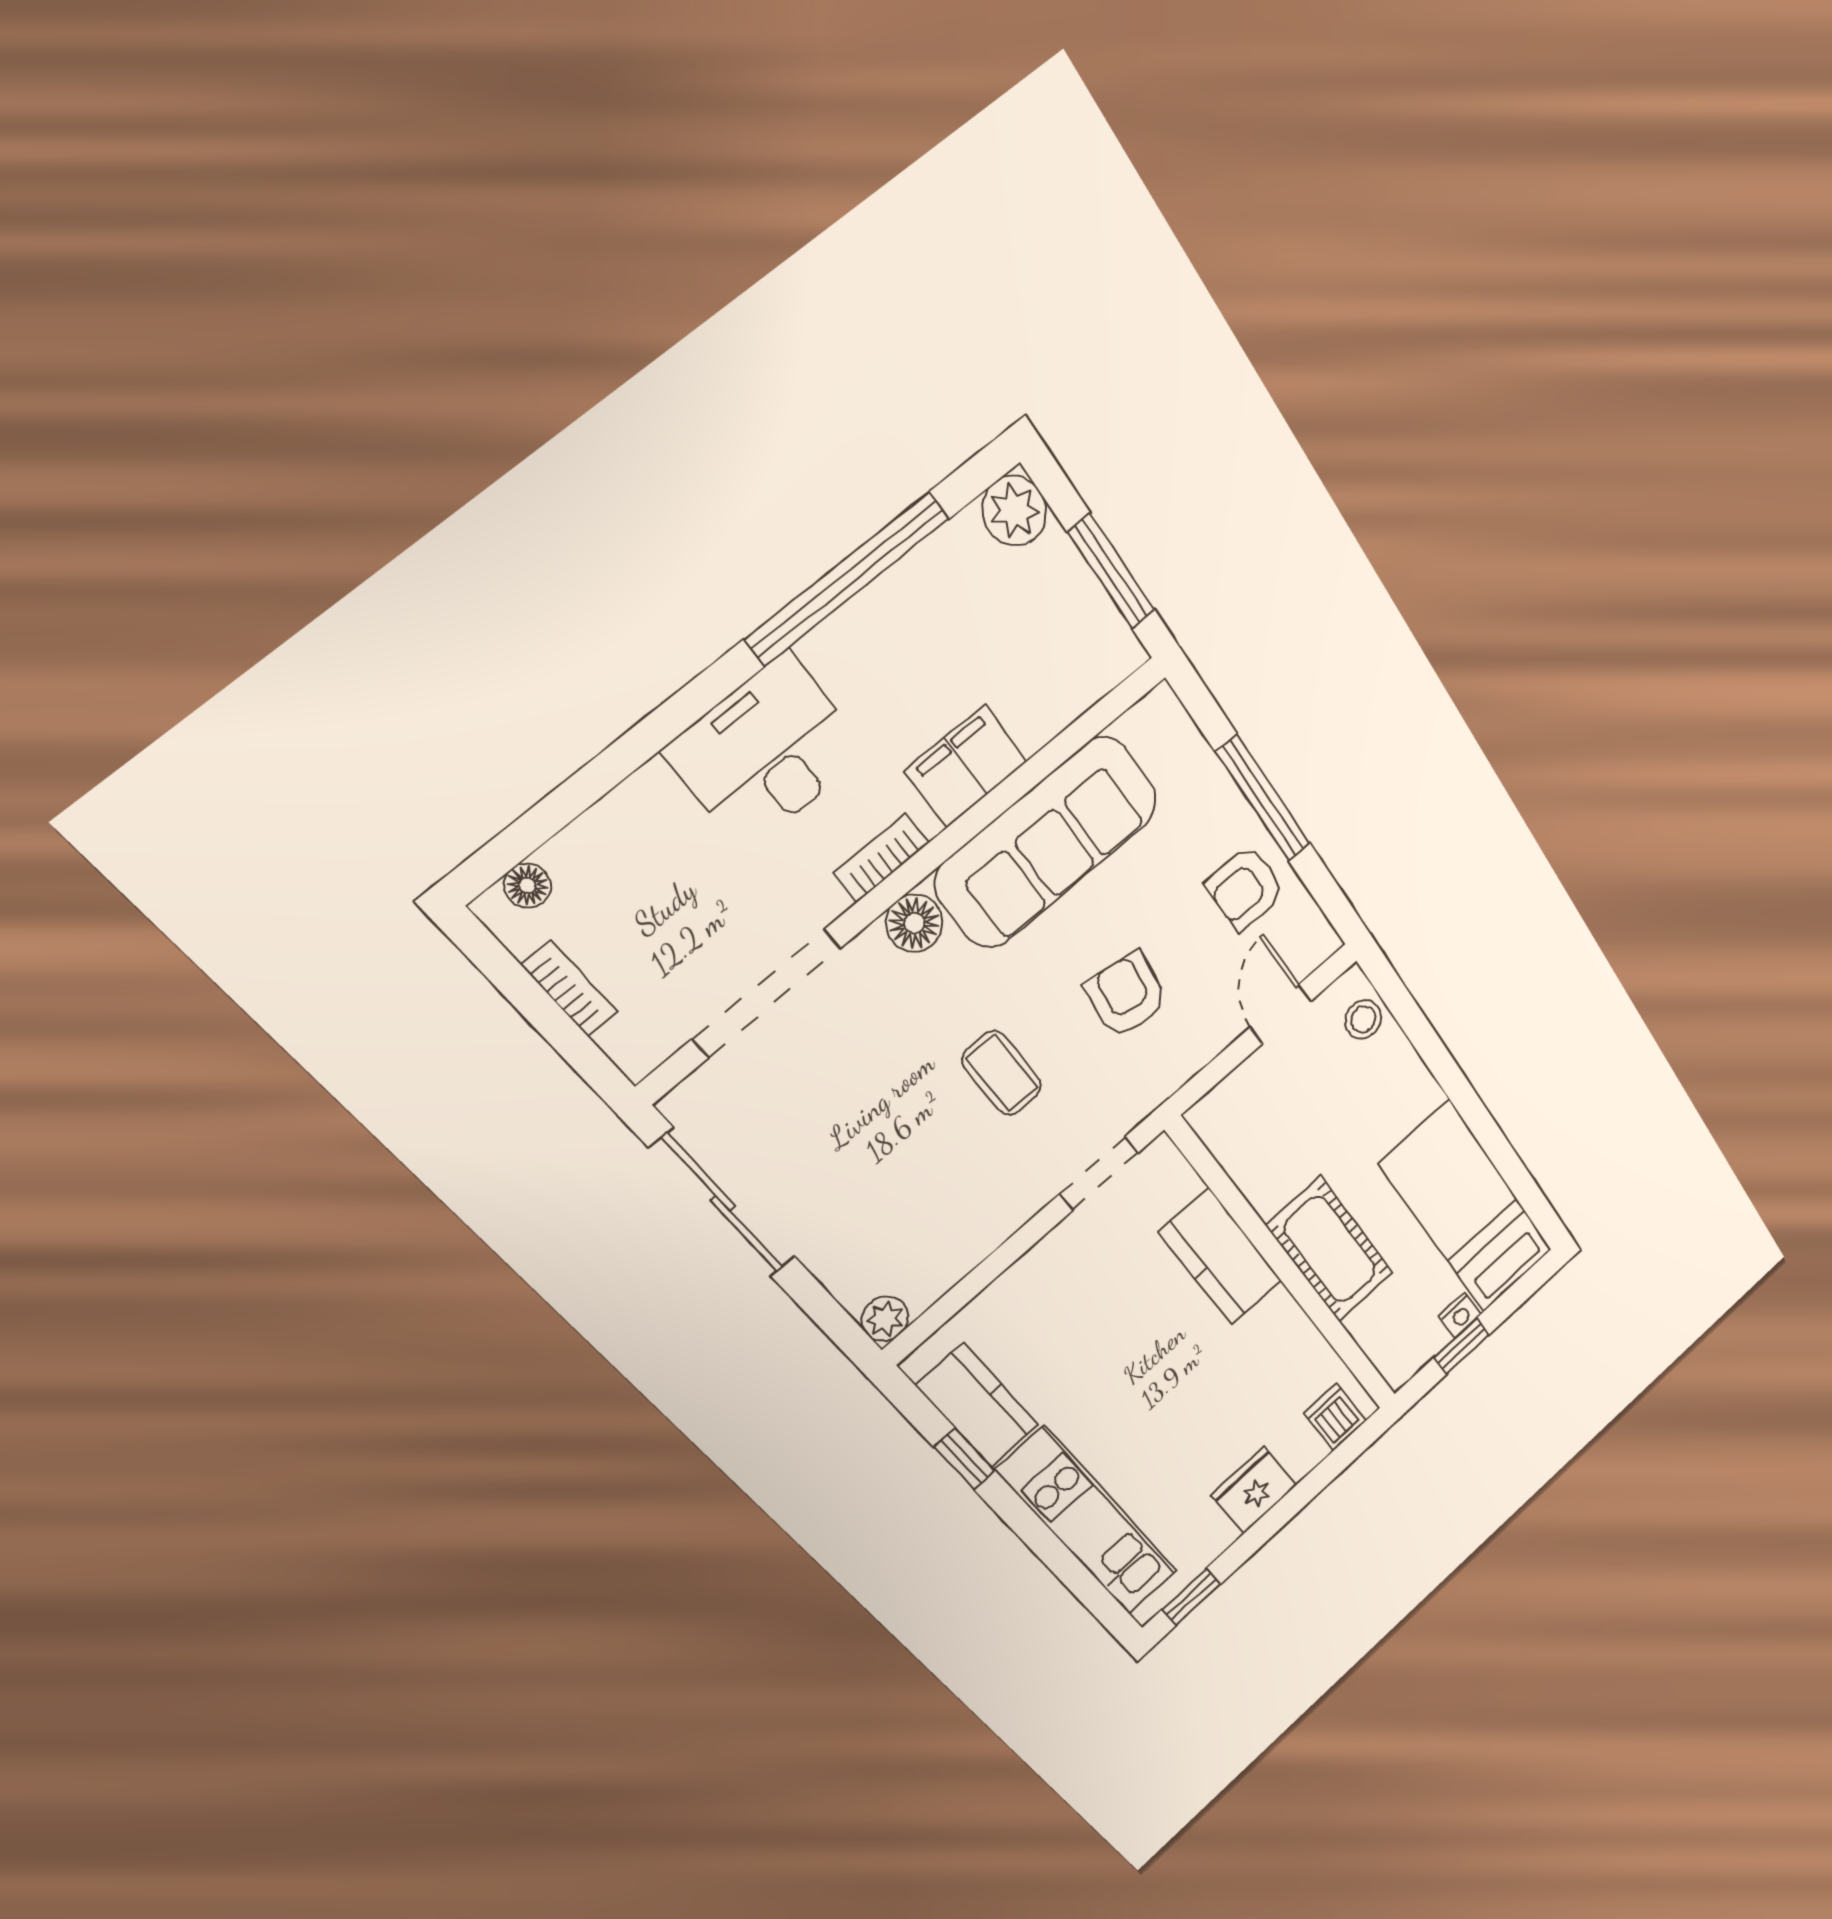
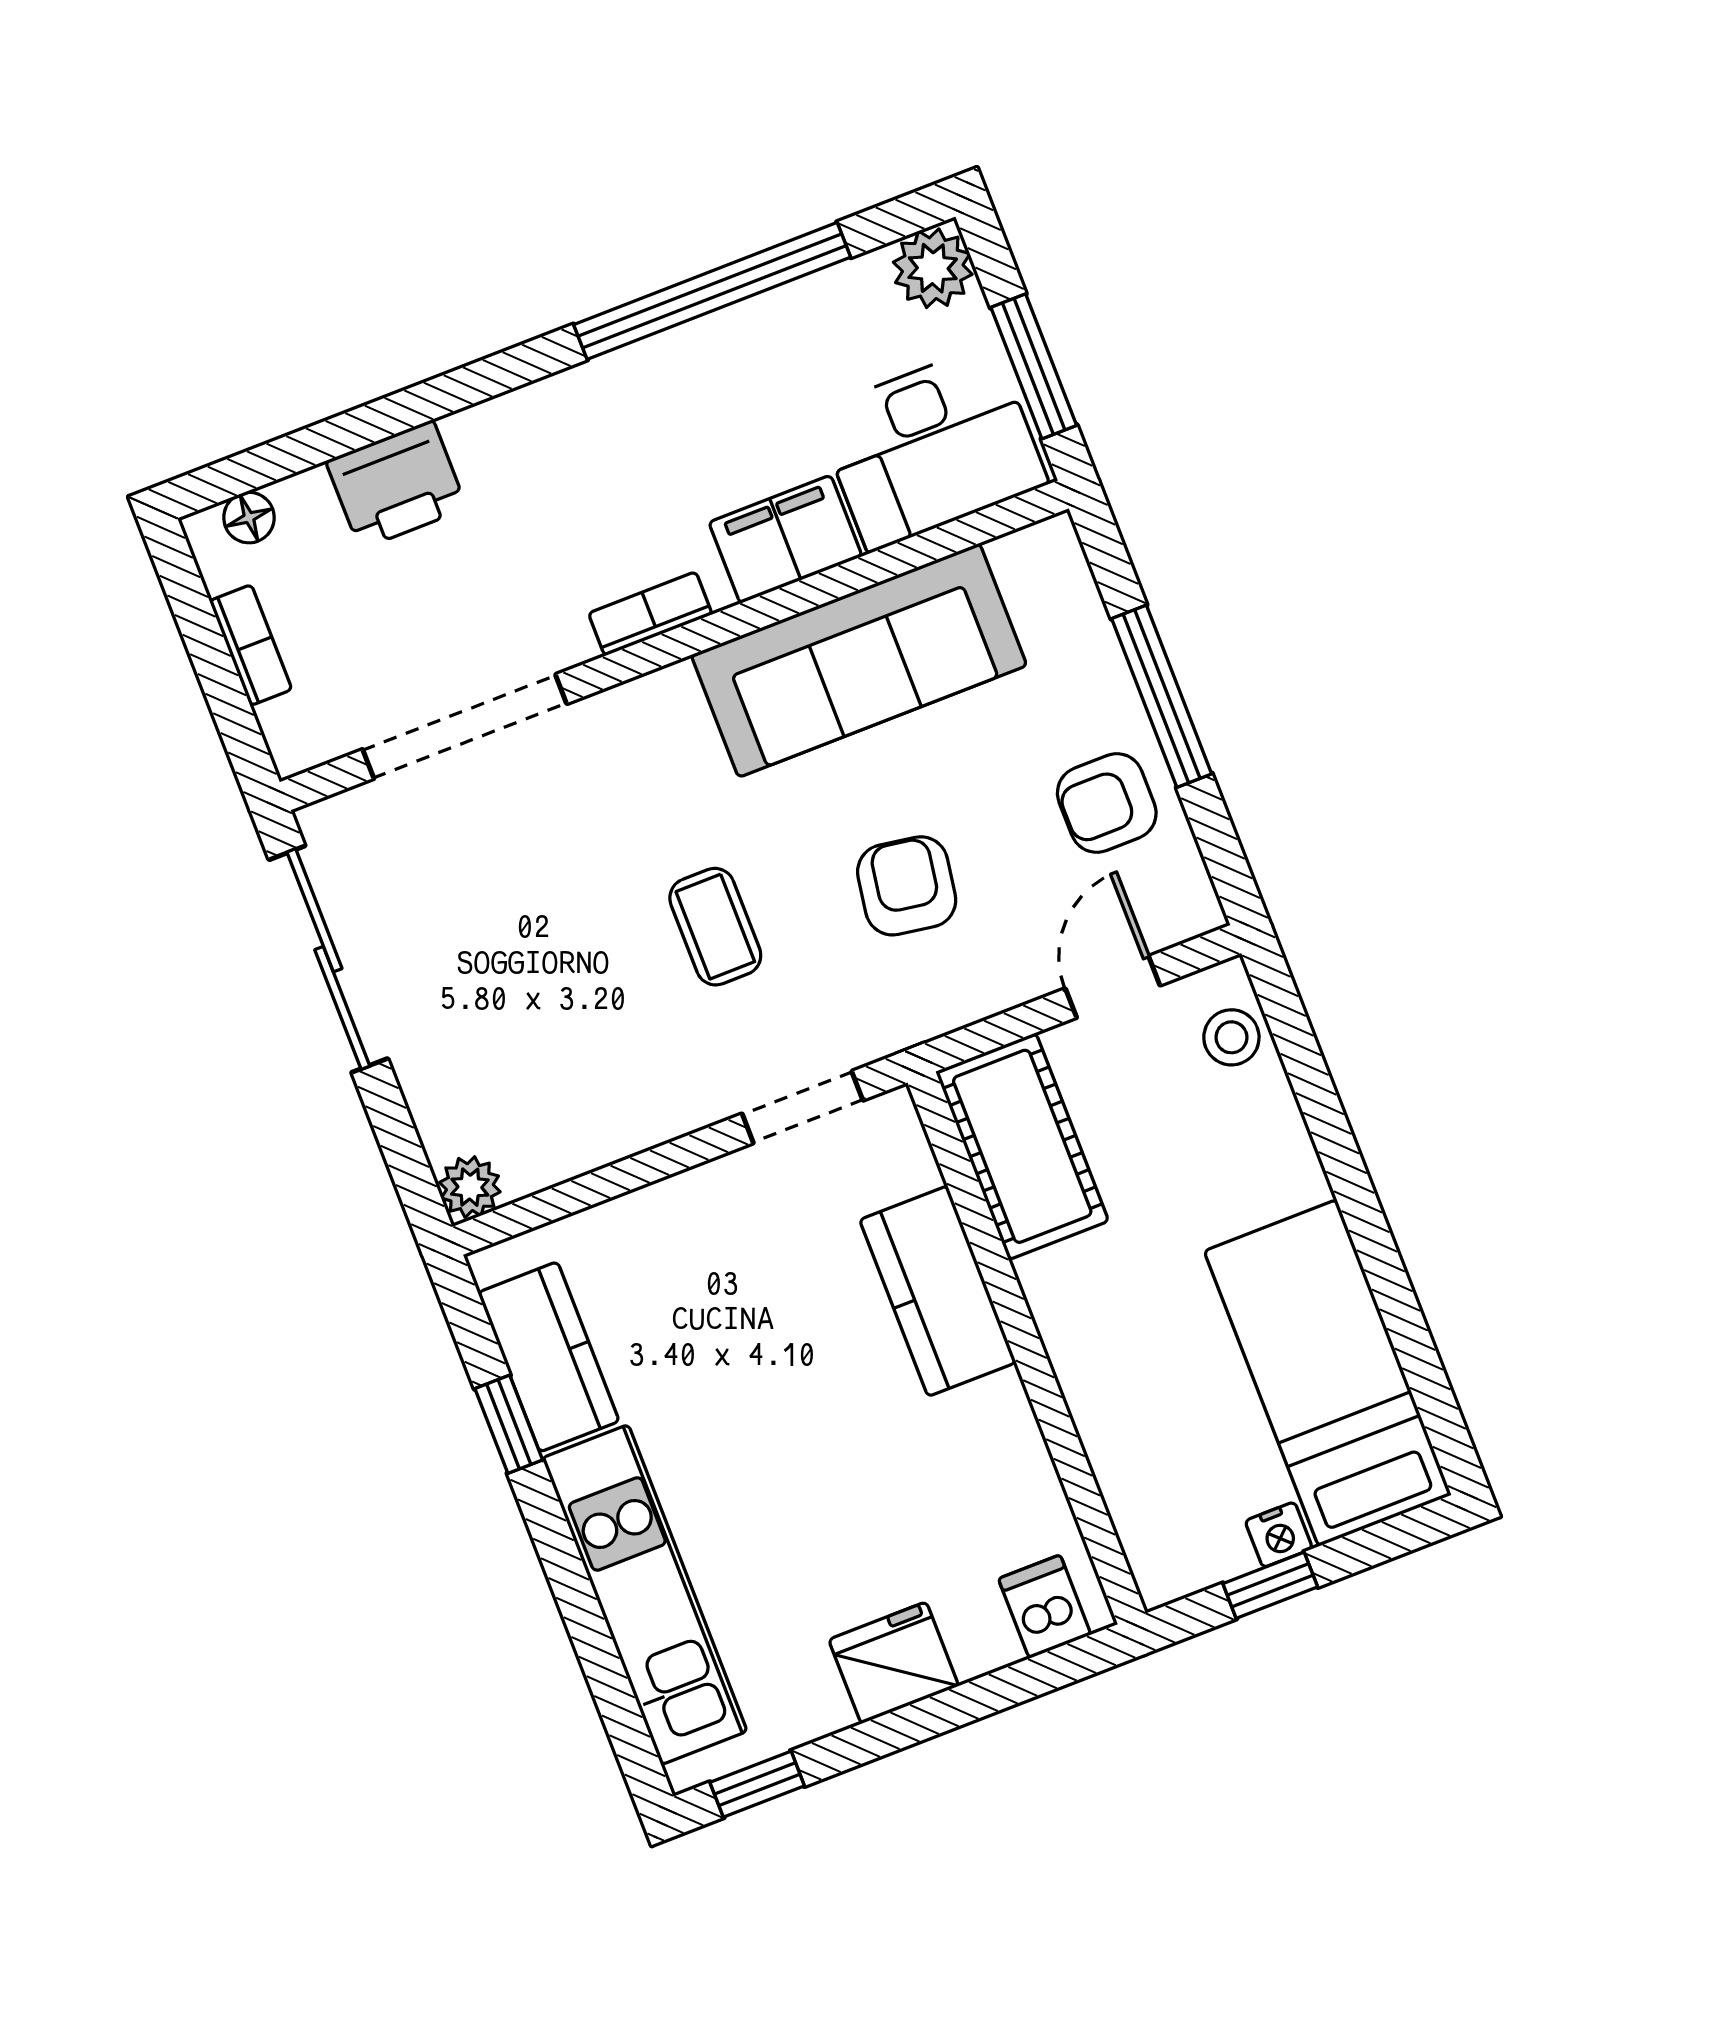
desk: (766, 752) -> (931, 447), moved, turned 180
printer: (643, 819) -> (396, 485), added
floor lamp: (914, 923) -> (665, 704), removed
cot: (1330, 1249) -> (1022, 1146), moved

